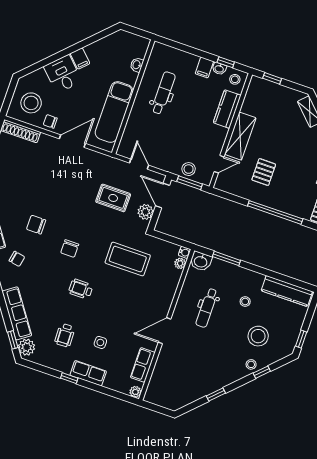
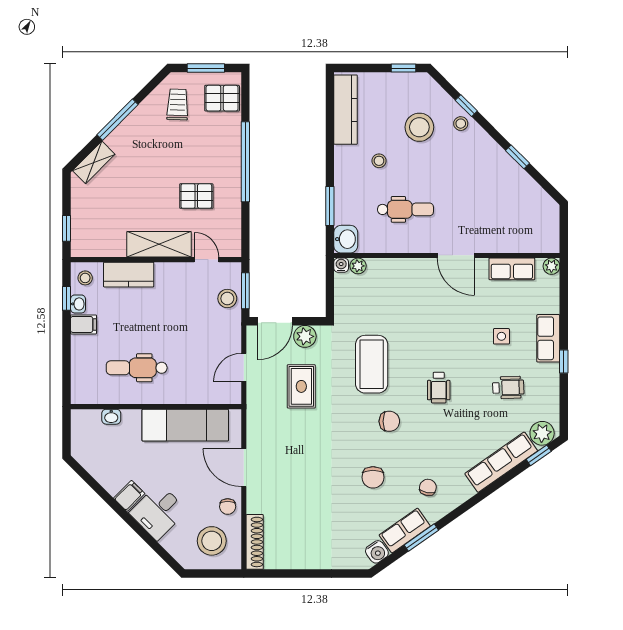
coffee table: (128, 259) -> (372, 364), moved

